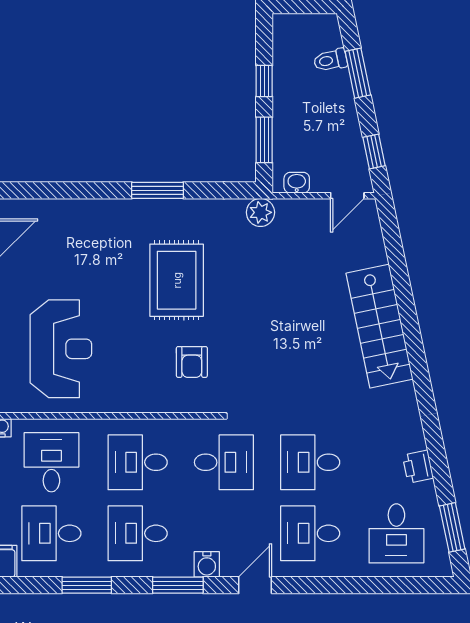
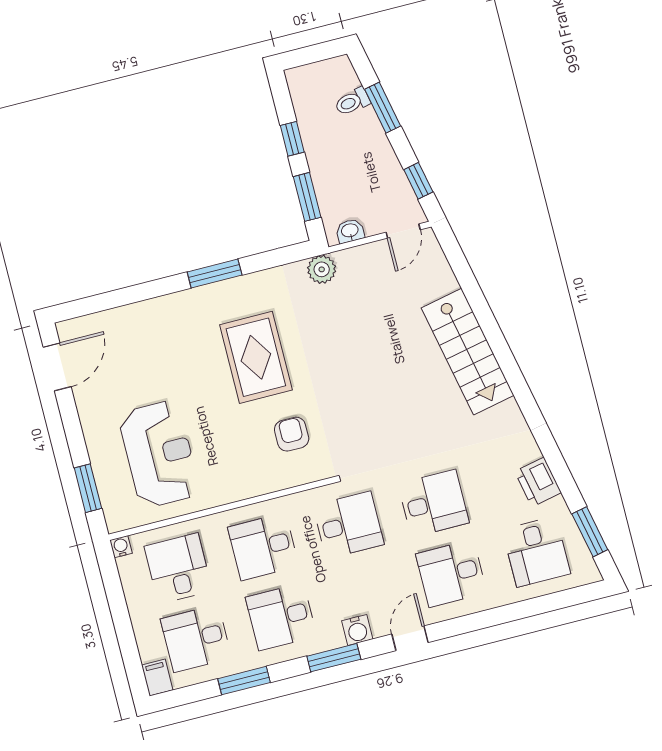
armchair: (192, 362) -> (292, 434), turned 180
desk: (310, 462) -> (433, 503), turned 180
printer: (418, 467) -> (538, 482), width x1.36, depth x1.24

